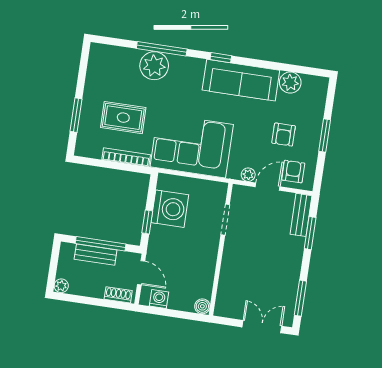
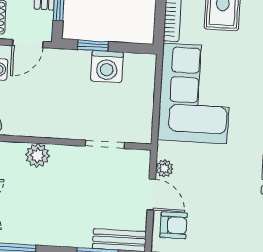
armchair: (284, 135) -> (219, 209), removed
washing machine: (170, 209) -> (107, 67), width x0.73, depth x0.73
plant: (229, 273) -> (38, 155), added

